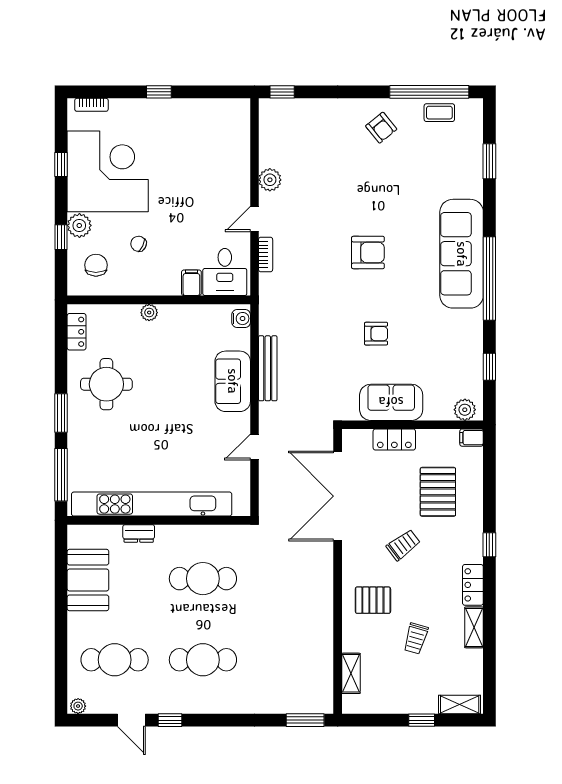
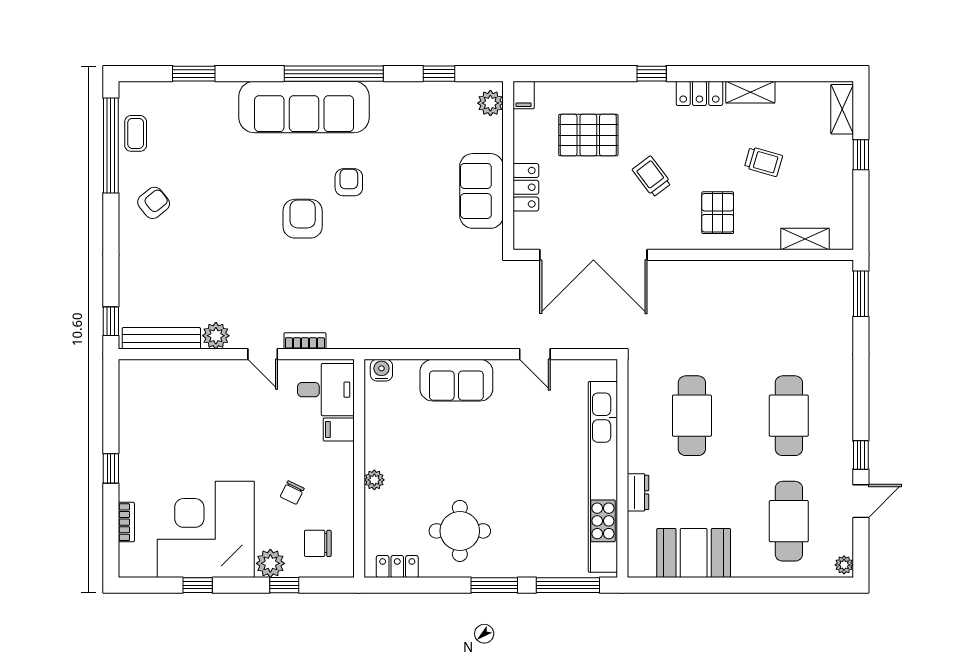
bookcase: (91, 105) -> (126, 522), moved
armchair: (376, 334) -> (349, 182), moved
bench: (268, 368) -> (161, 338), moved

